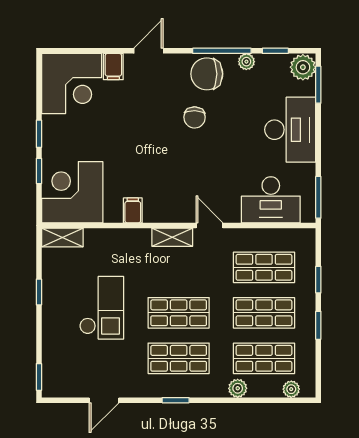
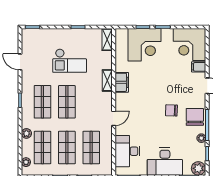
corner desk: (72, 192) -> (144, 45), moved, turned 90
filing cabinet: (133, 210) -> (122, 82), width x2.00
shelving: (172, 237) -> (107, 80), moved

